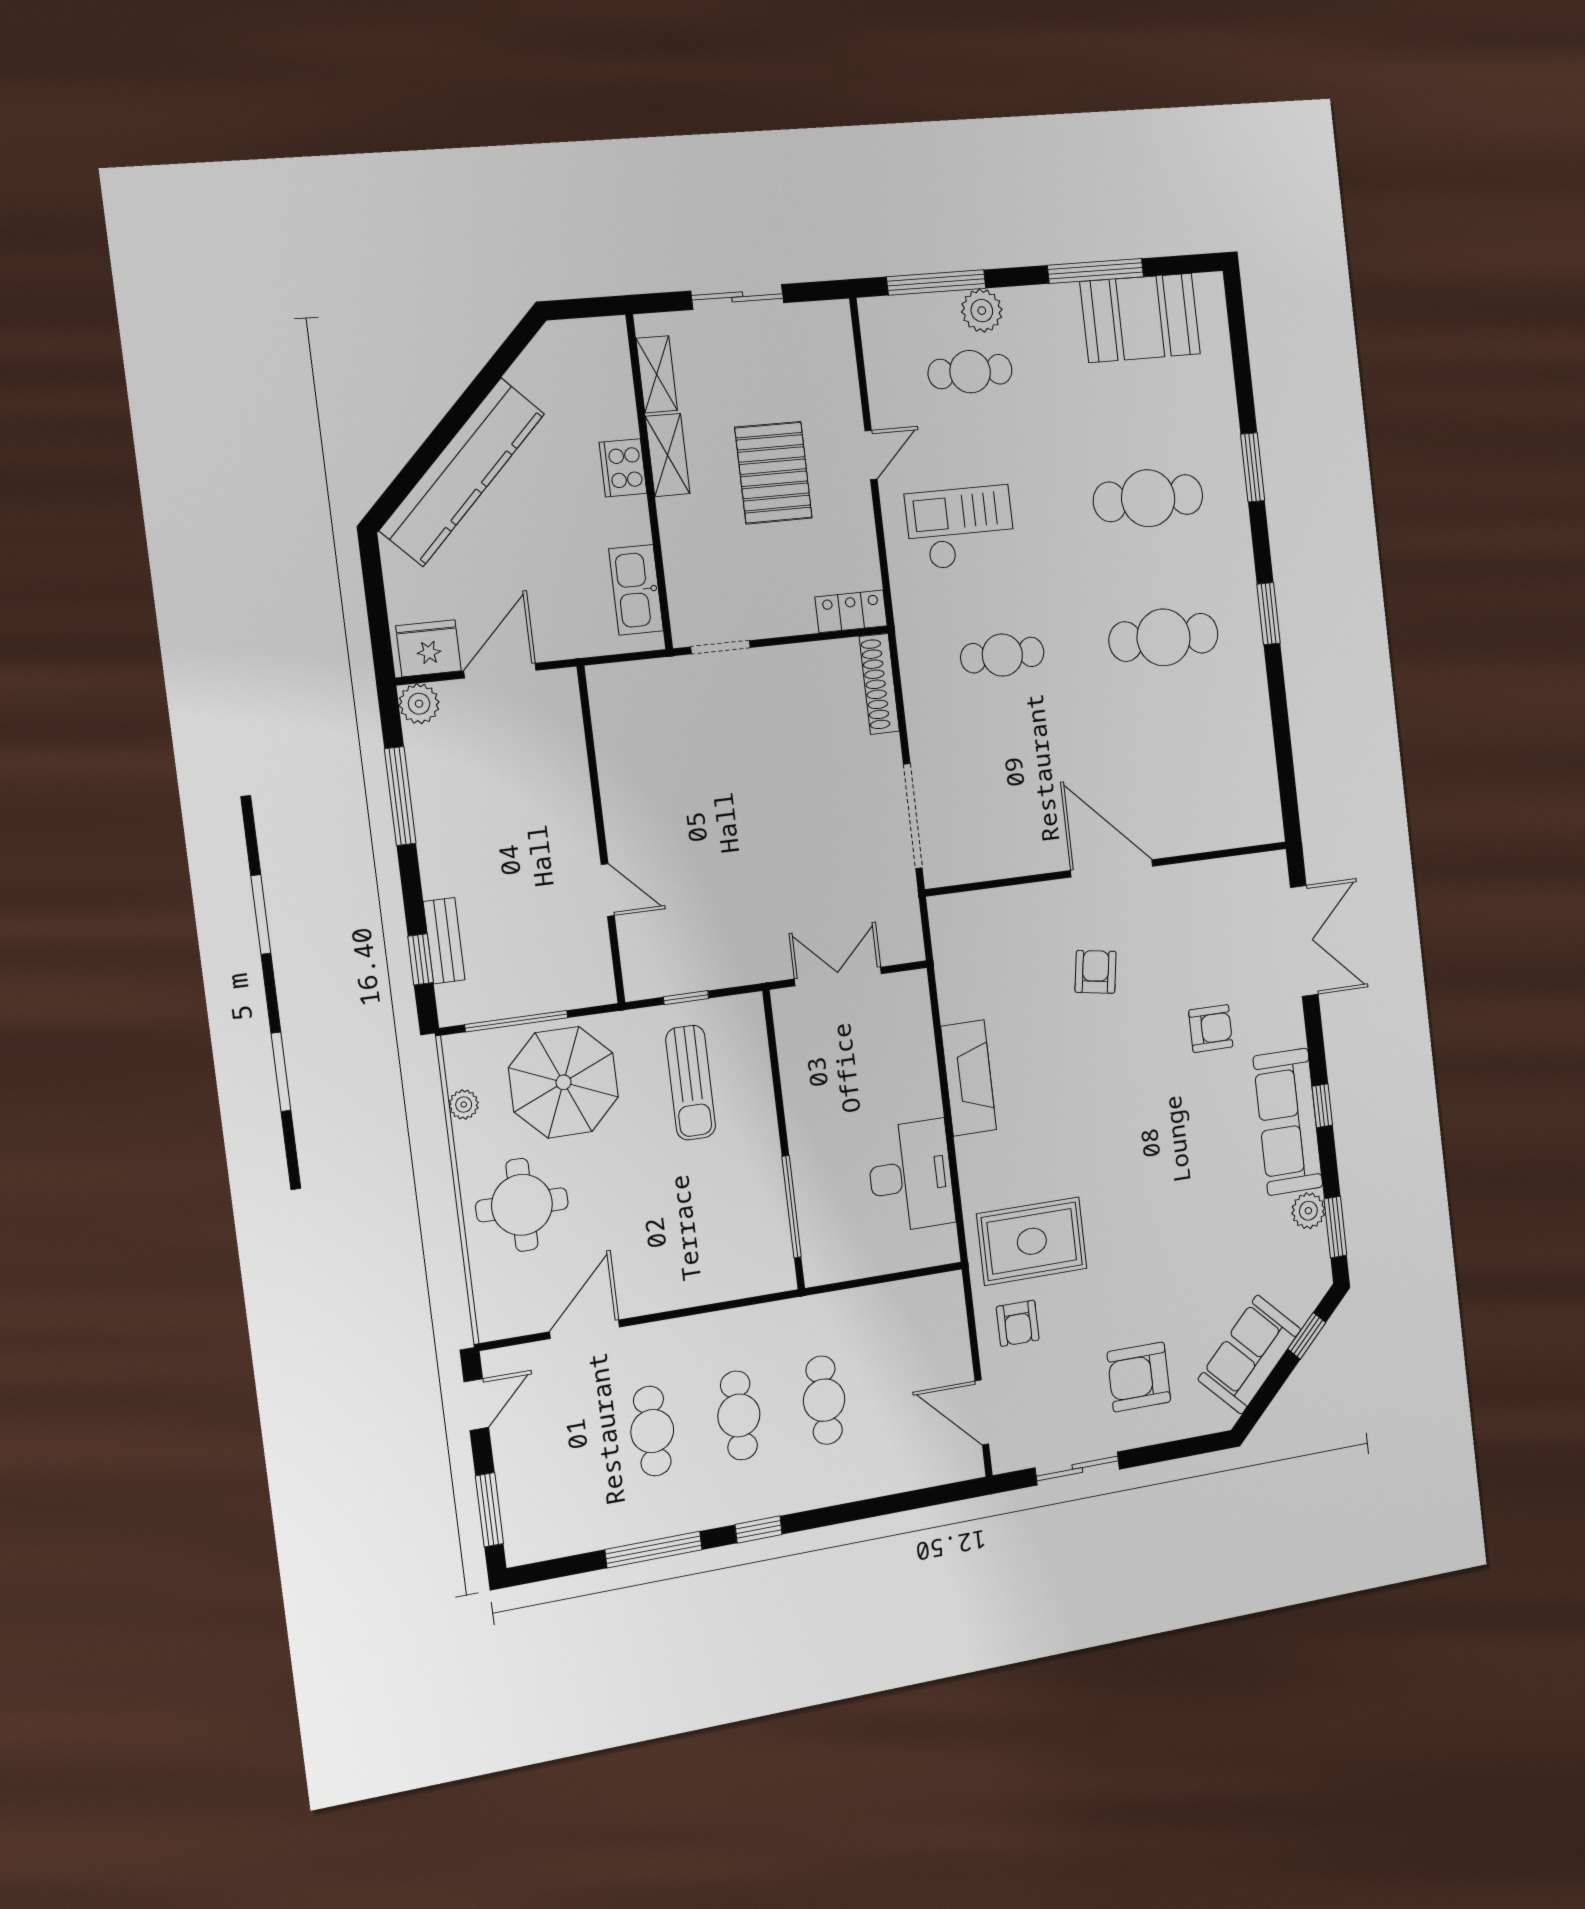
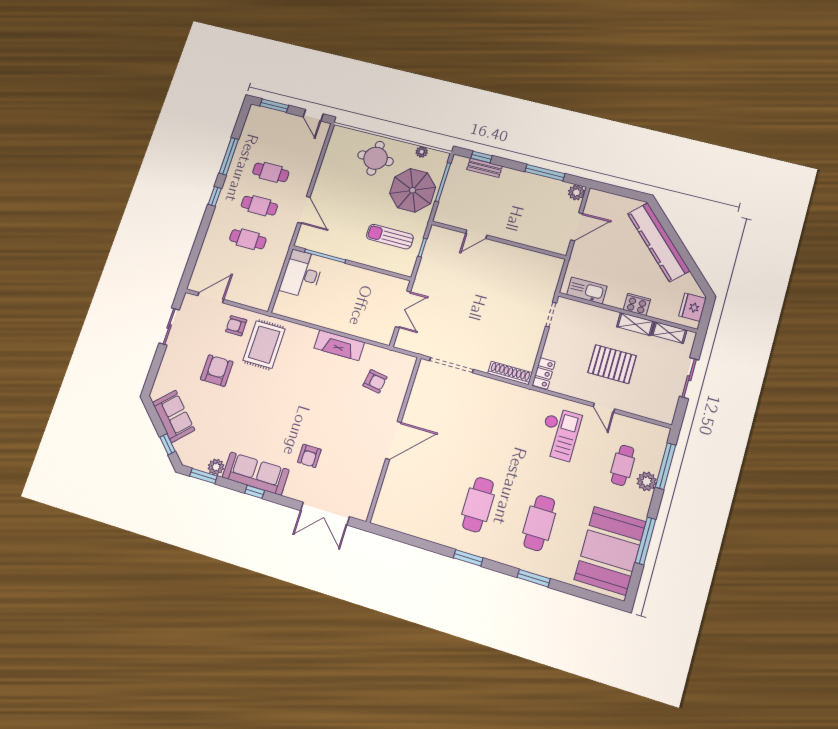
booth: (1140, 318) -> (610, 551), width x1.36, depth x1.42
fridge: (429, 648) -> (692, 307), moved, turned 180
cafe table: (1002, 655) -> (500, 430), removed
door: (500, 671) -> (577, 227), hinge flipped
armchair: (1096, 972) -> (375, 381), moved
desk: (911, 1176) -> (302, 274), moved, turned 90
door: (585, 1329) -> (304, 210), moved
armchair: (1139, 1377) -> (217, 371), moved

